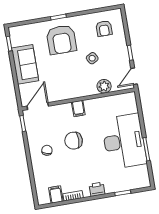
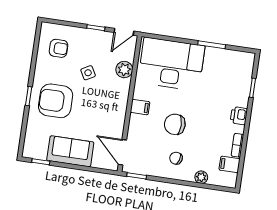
armchair: (61, 40) -> (56, 101), turned 180
door: (134, 76) -> (124, 32), hinge flipped
chair: (74, 141) -> (175, 124), turned 90
desk: (124, 141) -> (171, 64), moved
plant: (38, 175) -> (201, 177), added

